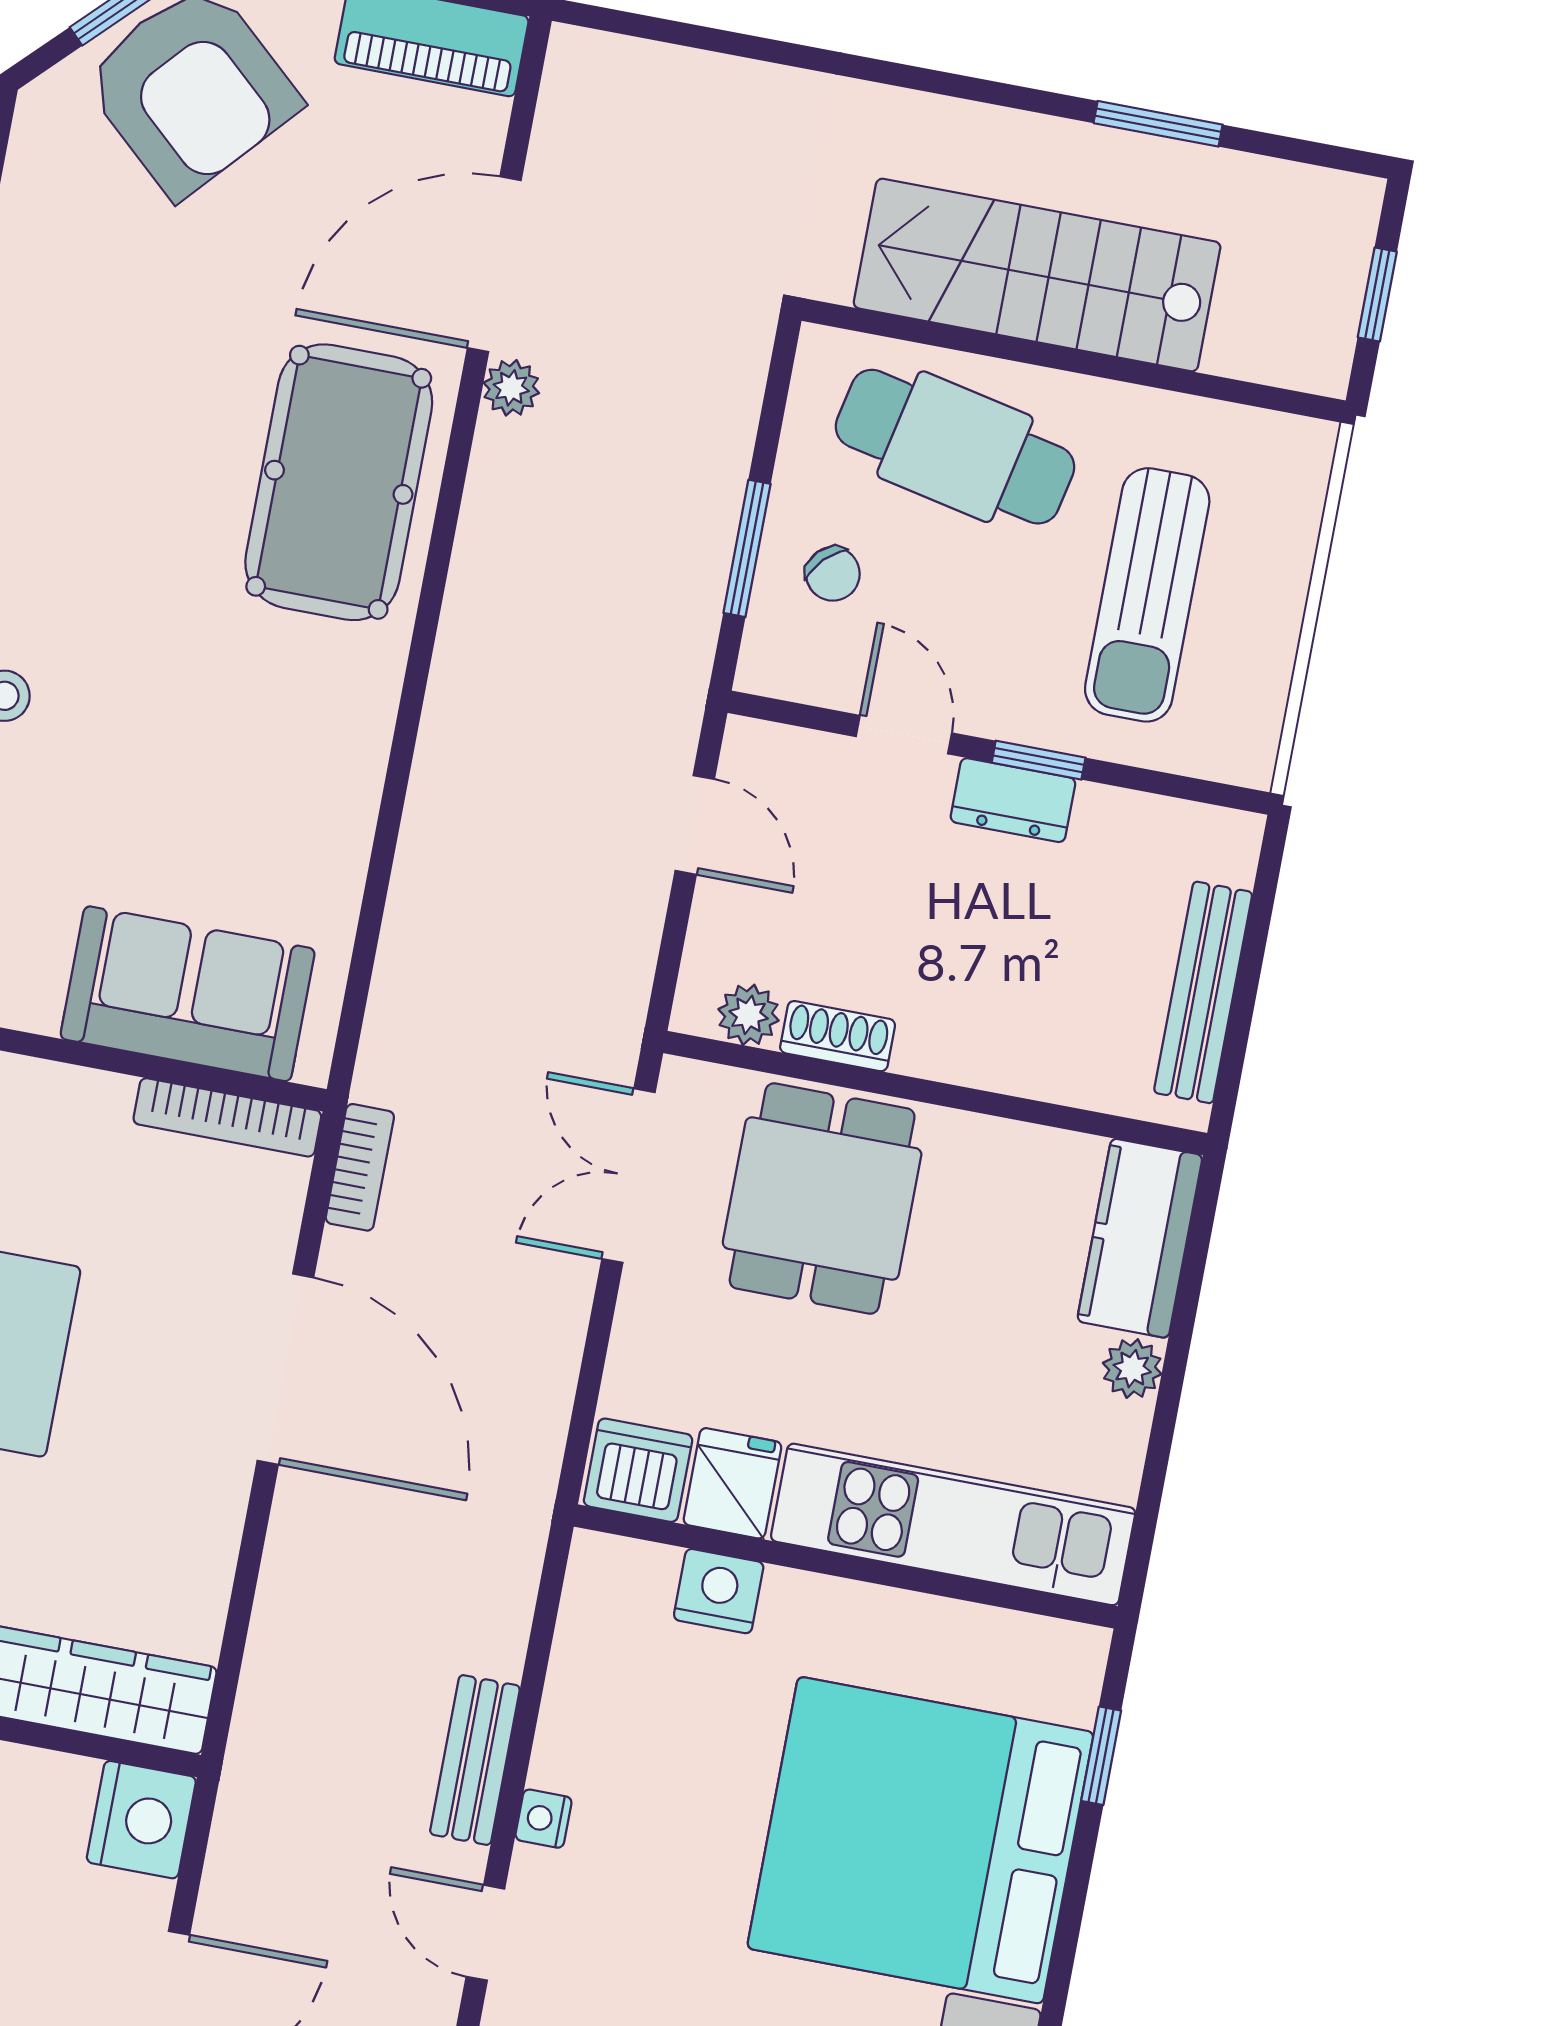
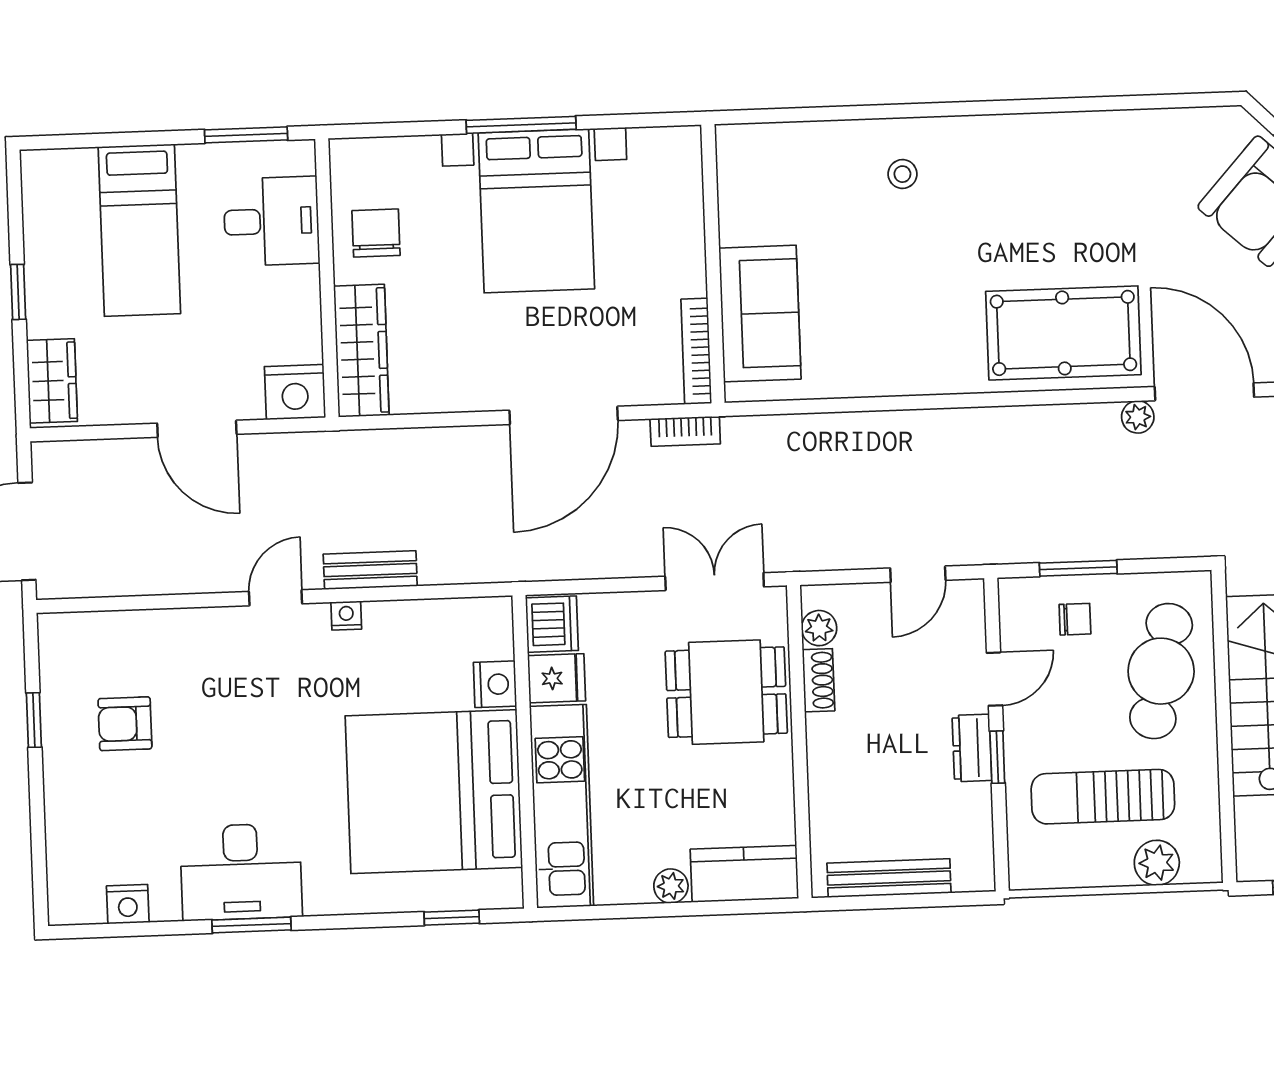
plant: (1281, 528) -> (1157, 863), added
chair: (833, 574) -> (1075, 619), turned -134
bed: (920, 1840) -> (434, 792), moved, turned -90

